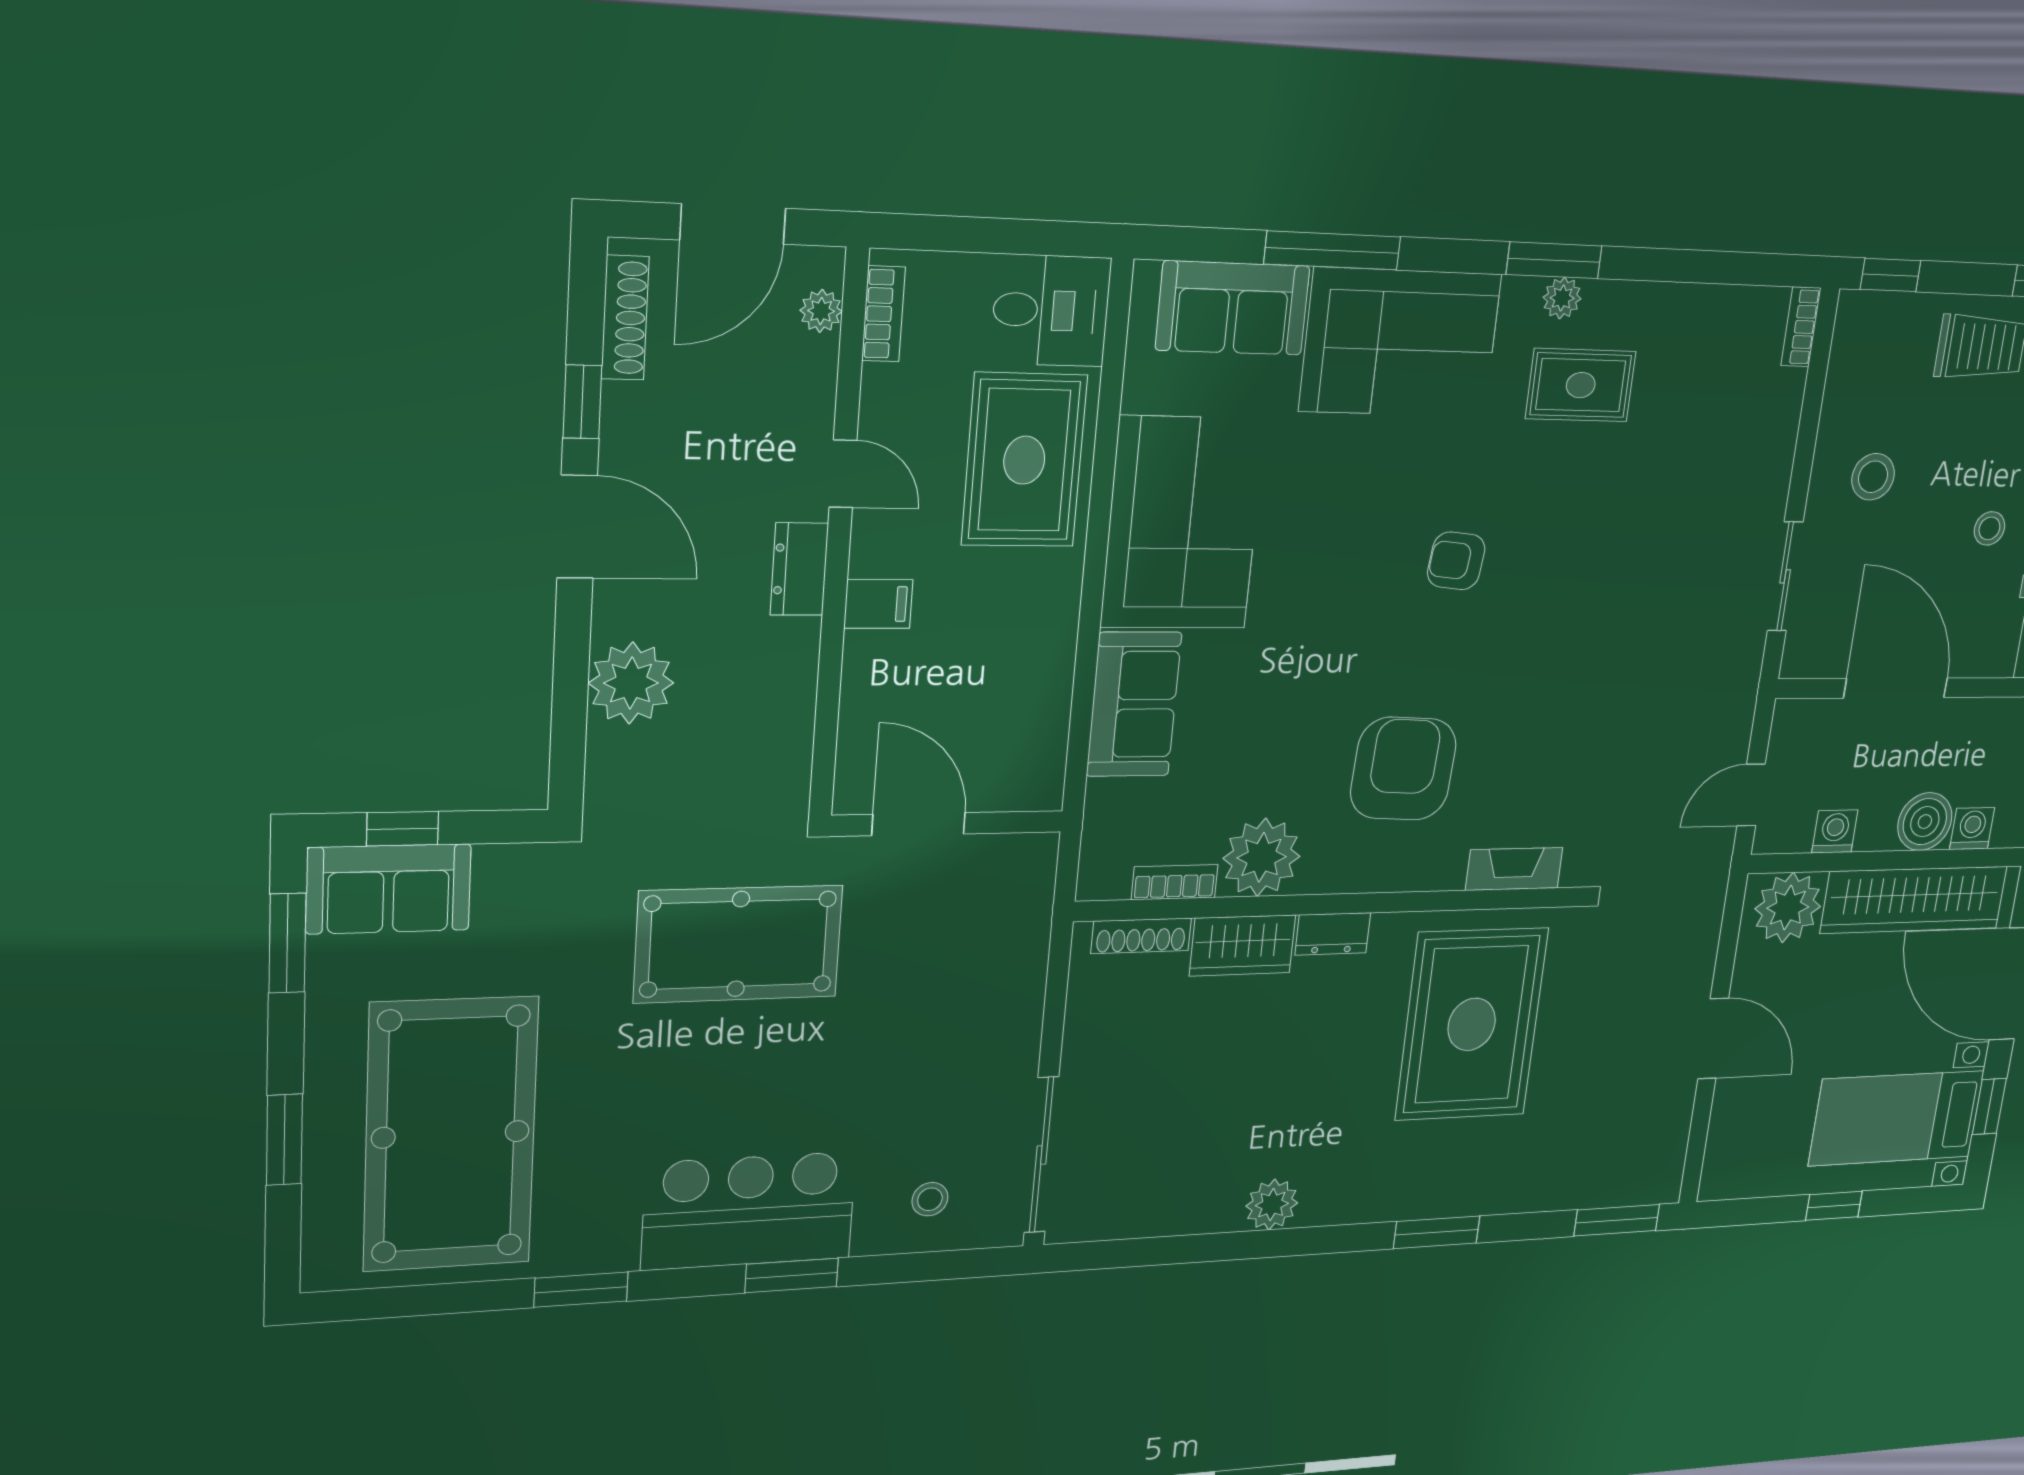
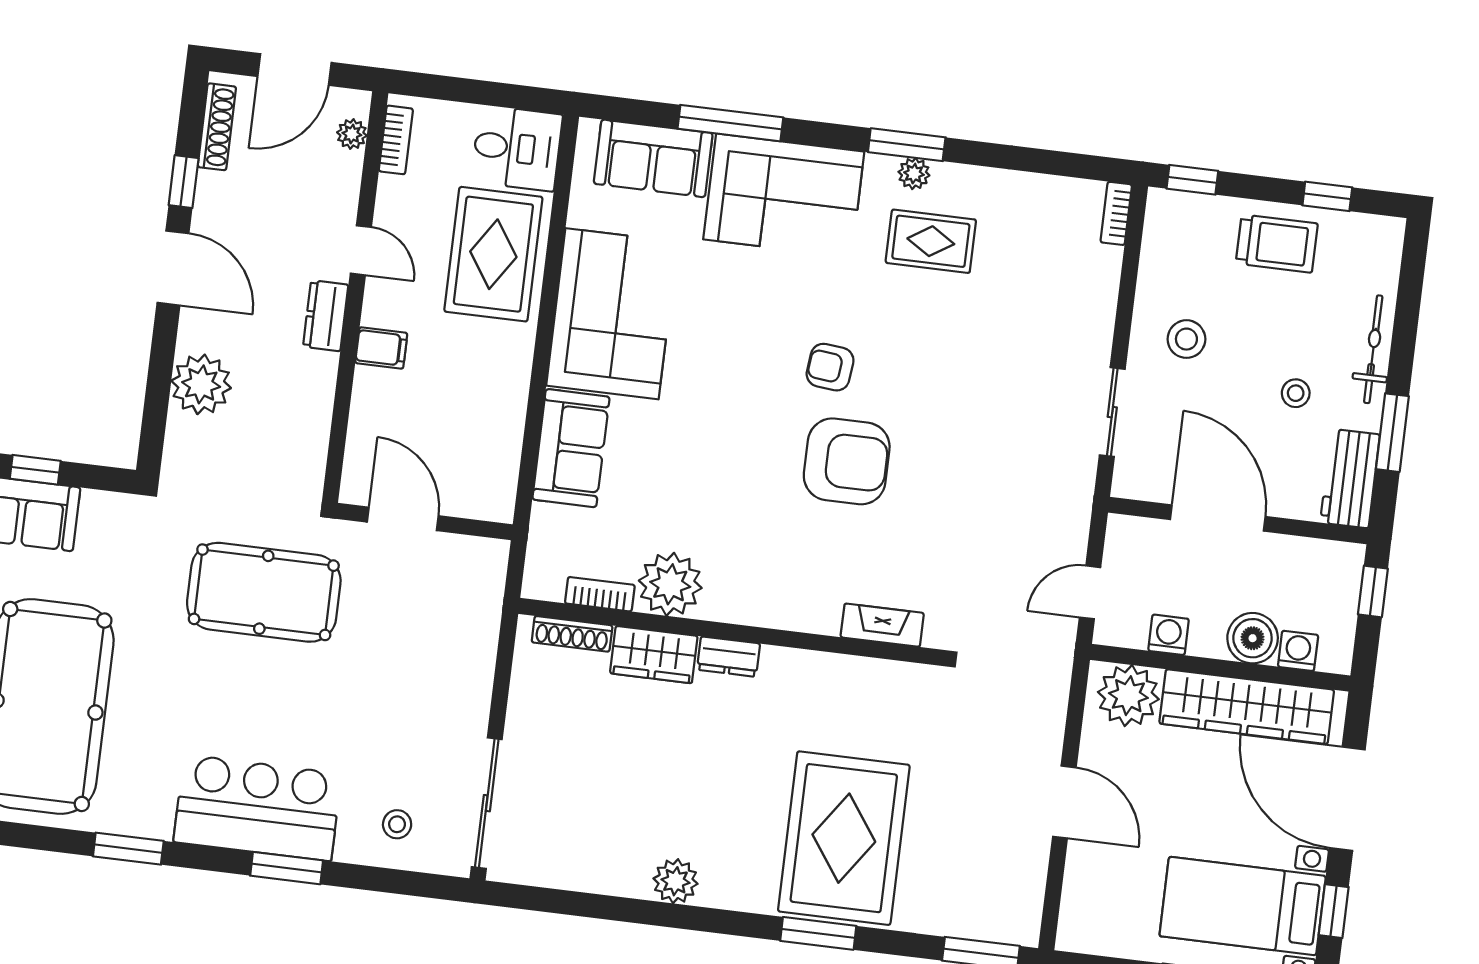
armchair: (1403, 769) -> (847, 461), moved, turned 87
rug: (1472, 1024) -> (844, 838), moved

